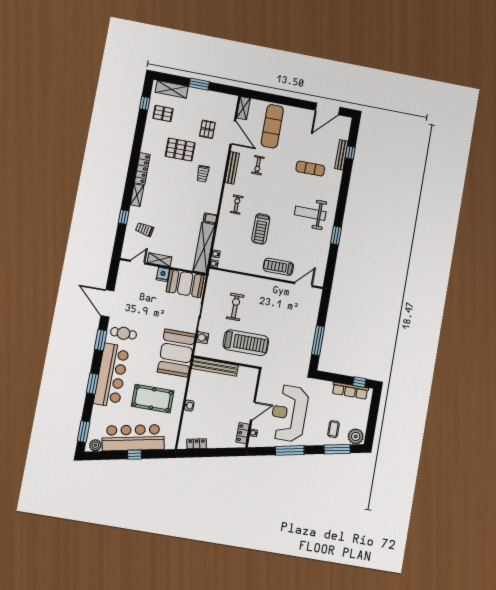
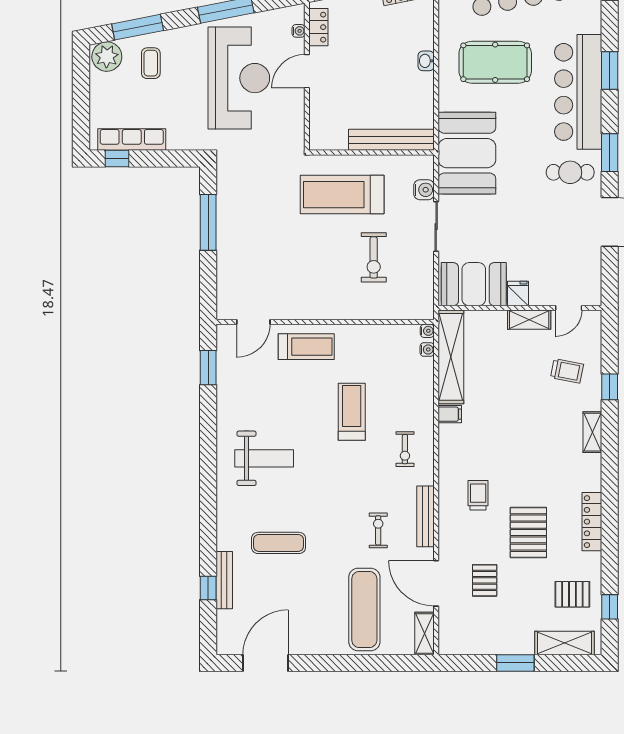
pallet: (180, 150) -> (528, 533), turned 90
locker: (142, 169) -> (592, 522), moved
window: (336, 235) -> (208, 368), moved

